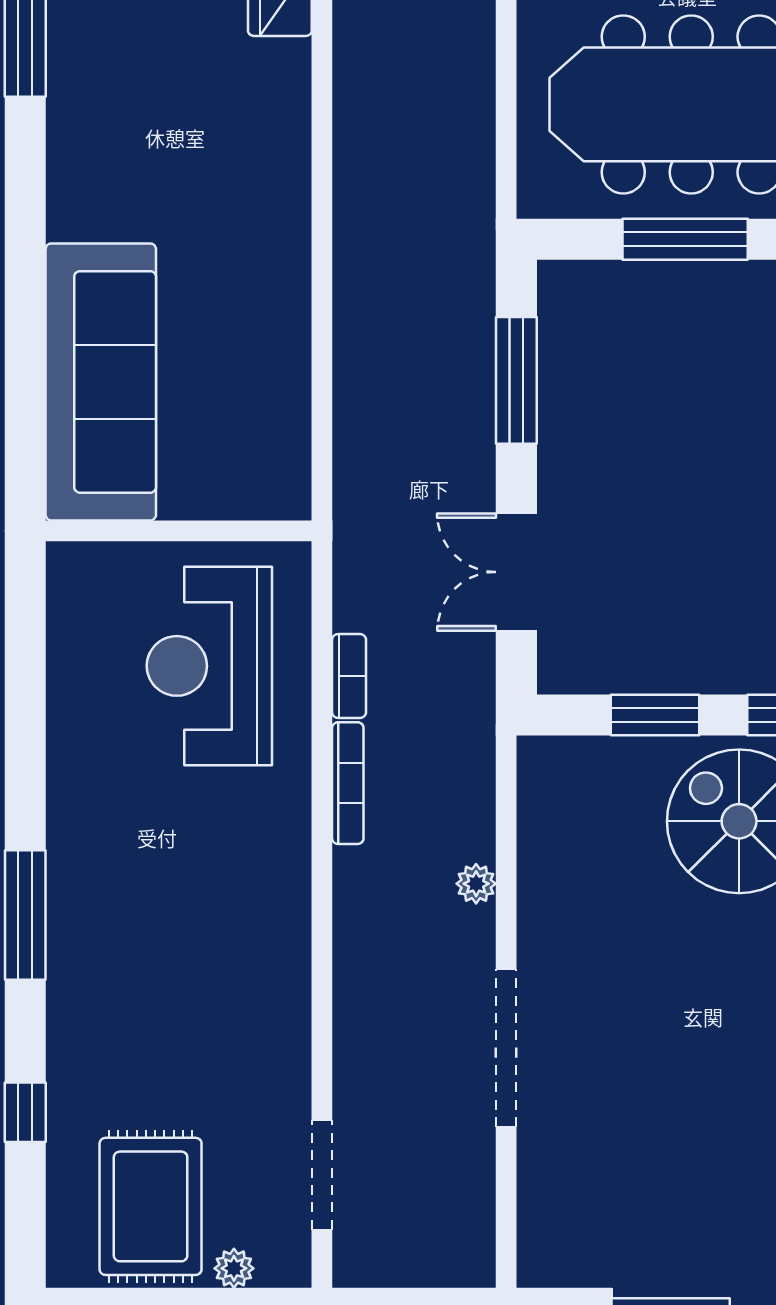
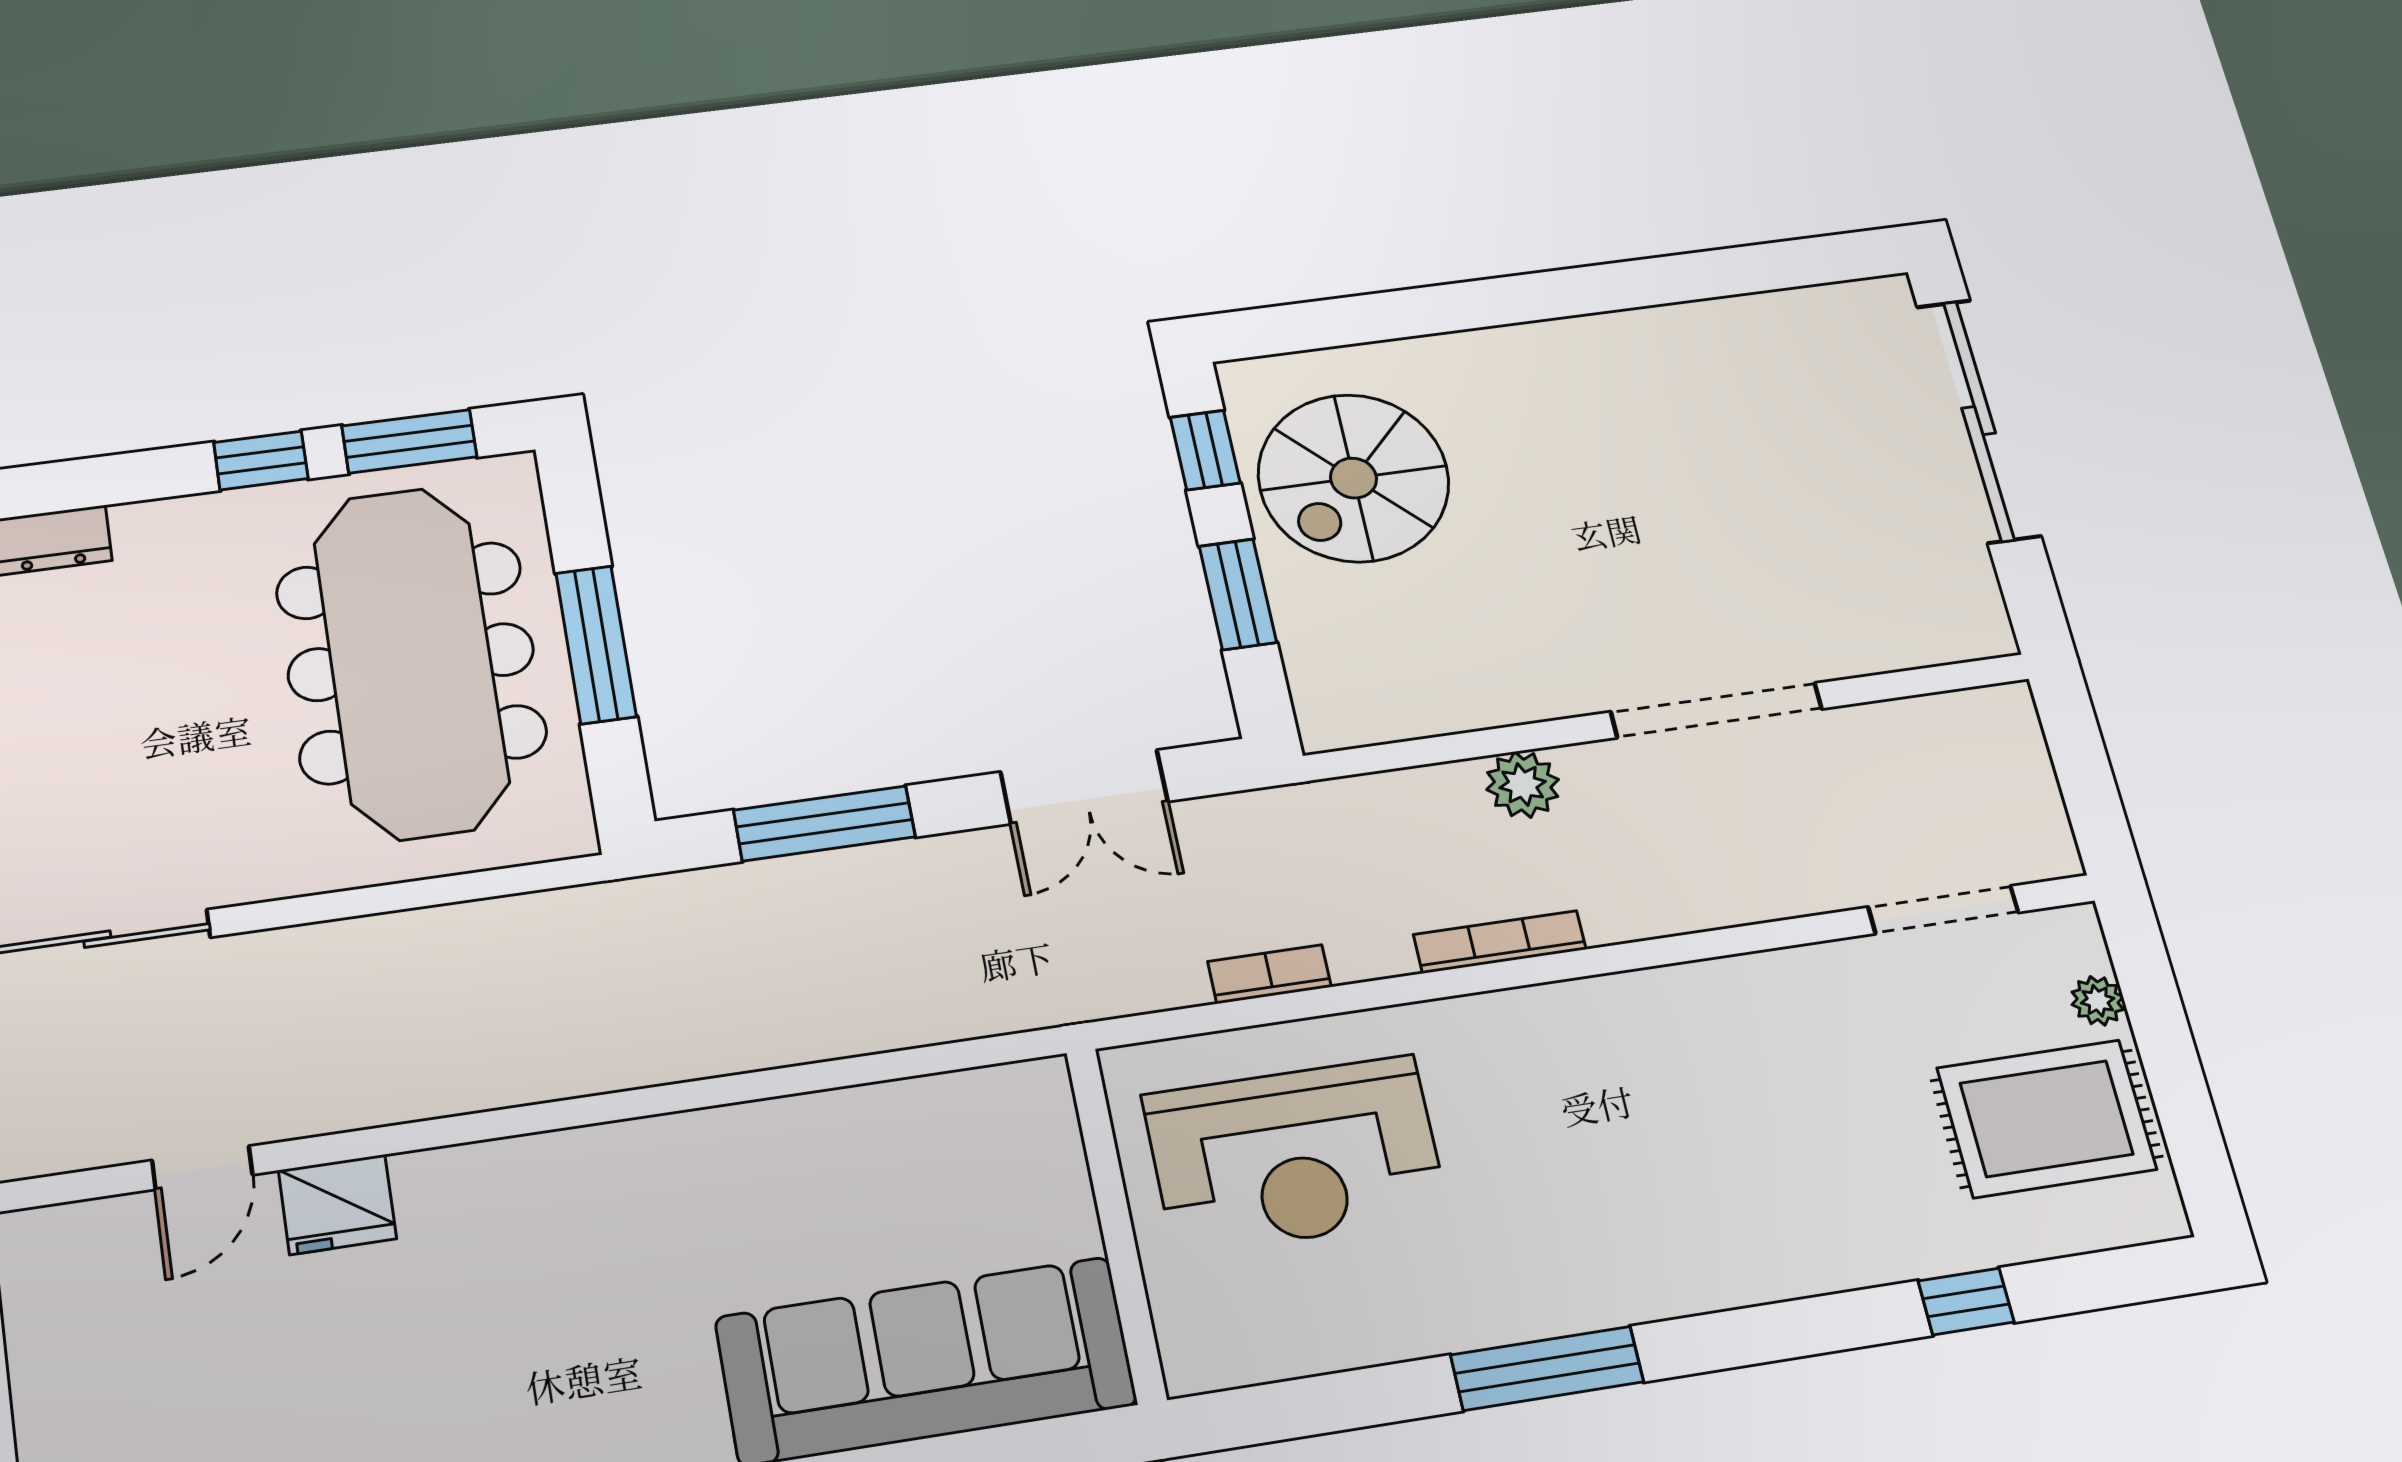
bookcase: (348, 783) -> (1500, 942), moved
plant: (476, 884) -> (1523, 785), width x1.38, depth x1.38
window: (25, 915) -> (1547, 1368), moved

